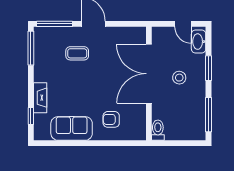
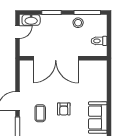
stool: (179, 78) -> (78, 23), moved
armchair: (111, 119) -> (64, 109), moved
toilet: (158, 130) -> (99, 41), moved

